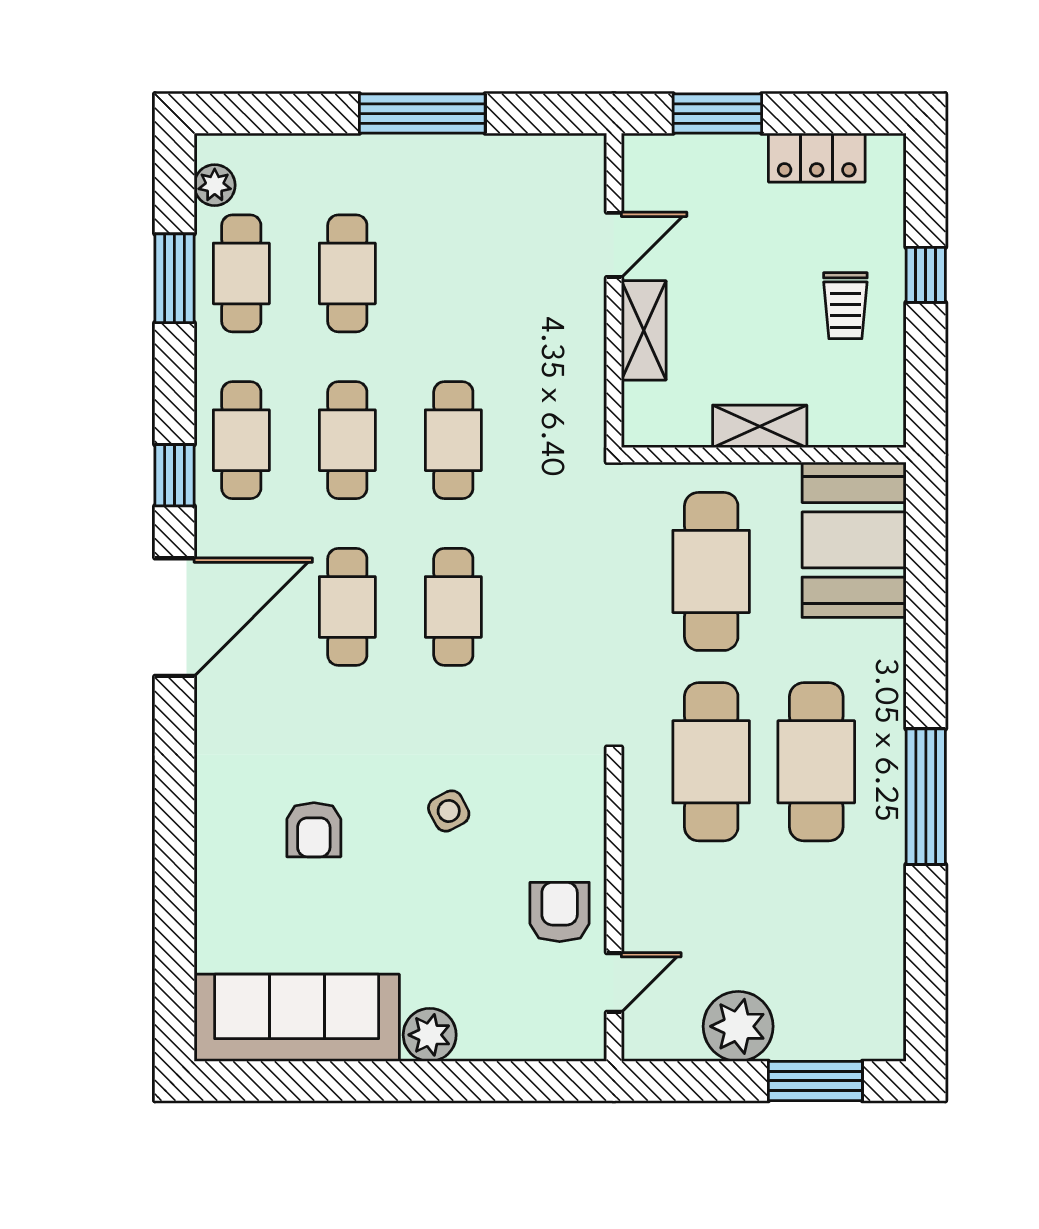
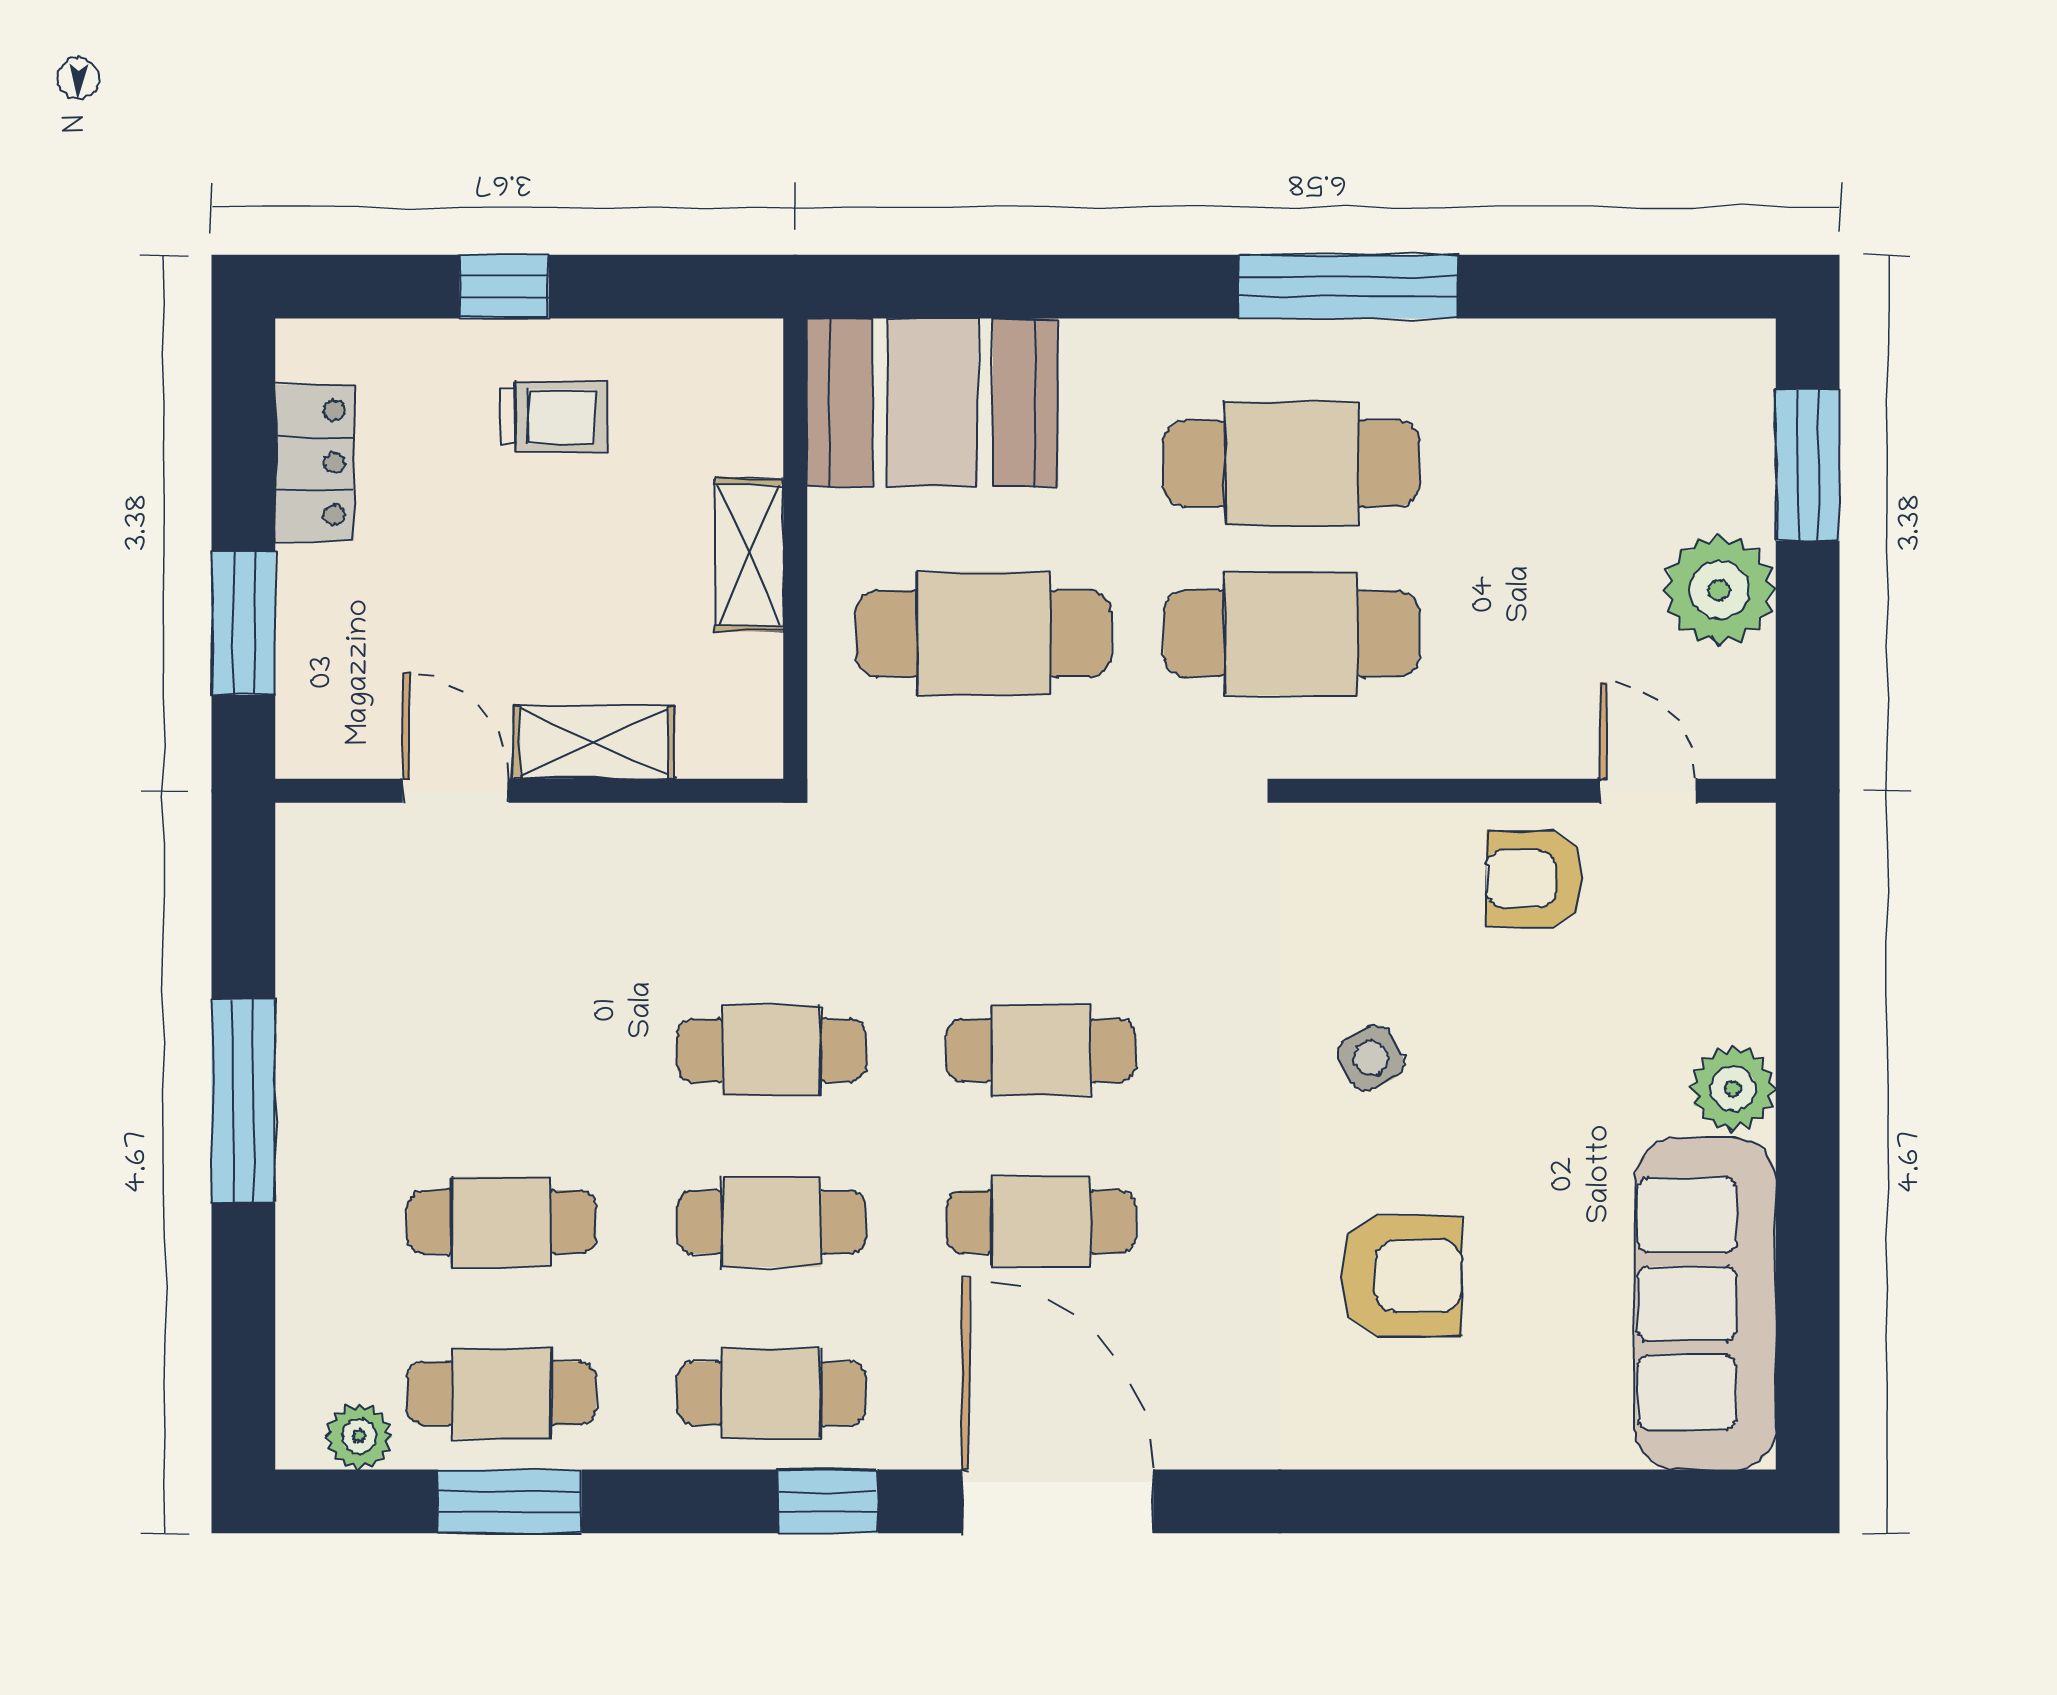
armchair: (314, 830) -> (1401, 1276), width x1.38, depth x1.38

